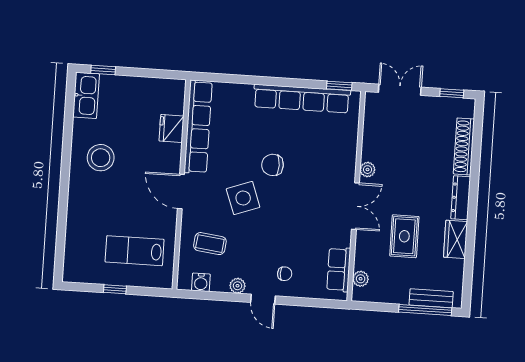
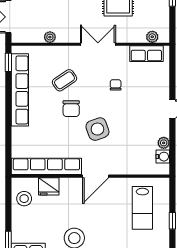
stool: (157, 95) -> (24, 199), added
plant: (367, 170) -> (50, 37), moved
coffee table: (210, 244) -> (65, 80), moved, turned 49
chair: (285, 274) -> (116, 85), moved
plant: (237, 286) -> (164, 143), moved

